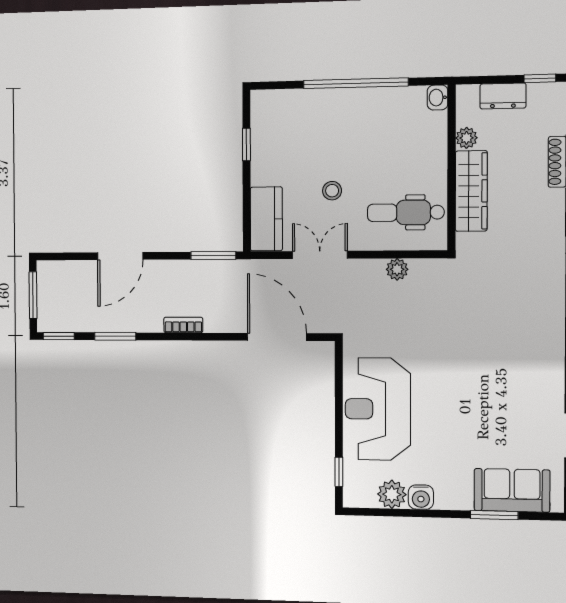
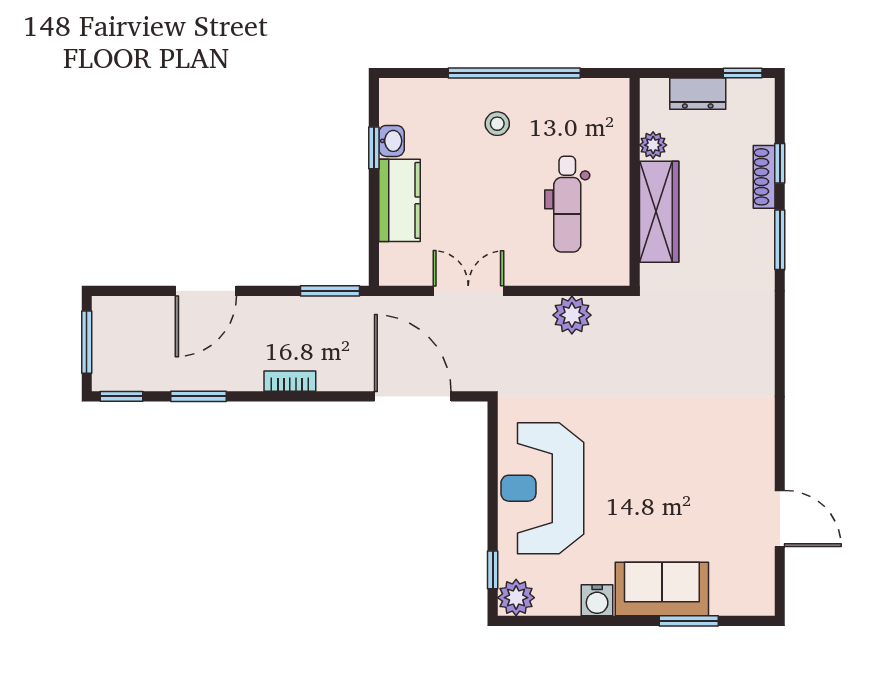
washbasin: (438, 97) -> (391, 141), moved, turned 180
stool: (332, 191) -> (497, 124), moved
dental chair: (406, 212) -> (567, 204), moved, turned -90
kitchen counter: (266, 219) -> (399, 200), moved
plant: (397, 269) -> (572, 315), width x1.38, depth x1.38
sofa: (512, 490) -> (662, 589), moved
plant: (392, 494) -> (516, 598), moved

